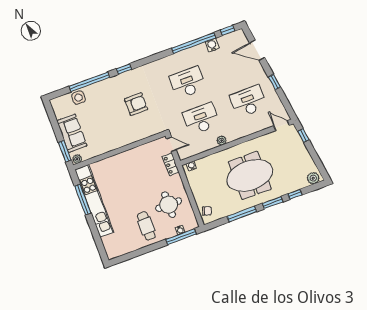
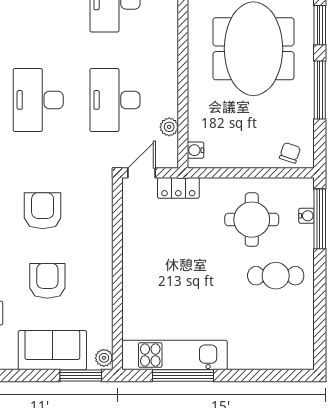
armchair: (104, 119) -> (47, 281), added
plant: (222, 140) -> (169, 127), moved
kitchen unit: (94, 201) -> (174, 355), width x0.73

